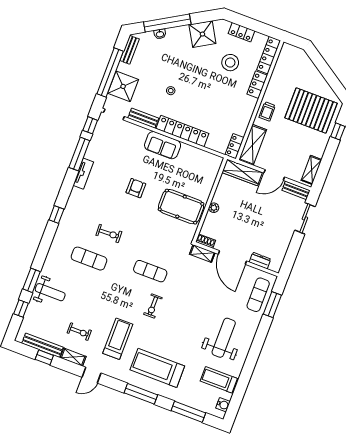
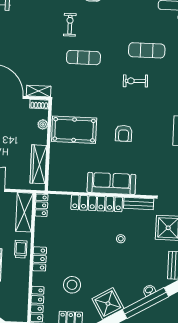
locker: (257, 85) -> (40, 259), moved
sofa: (163, 145) -> (111, 183), width x1.36
wardrobe: (242, 172) -> (38, 164), moved, turned -90
plant: (214, 208) -> (43, 124), moved

